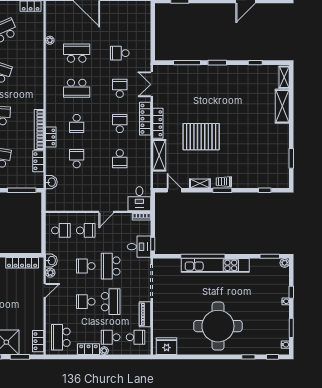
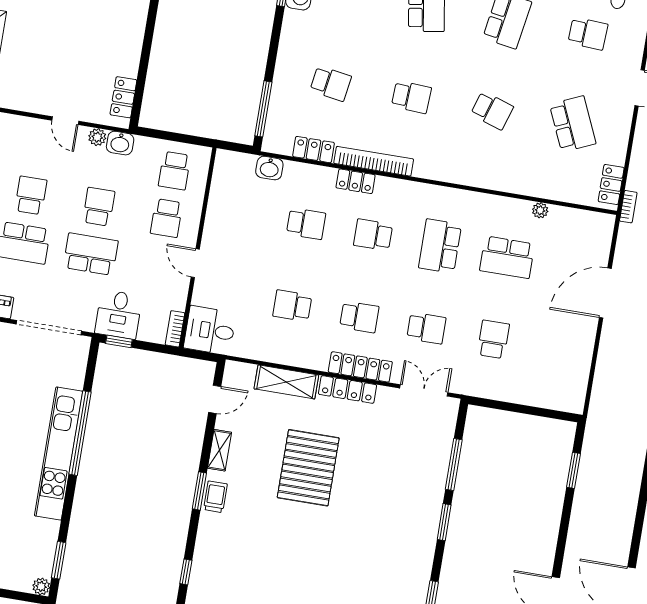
school desk: (77, 53) -> (507, 257), turned 90
locker: (22, 263) -> (123, 97), width x0.66

